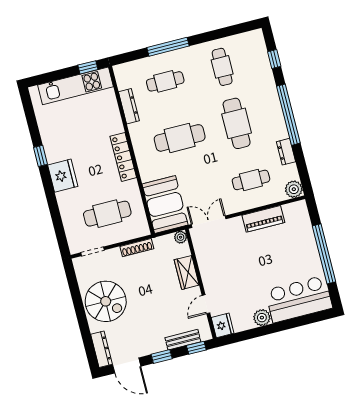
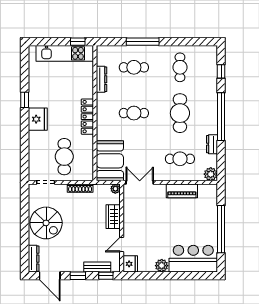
cafe table: (180, 138) -> (134, 113), width x0.73, depth x0.74
cafe table: (107, 214) -> (64, 157), turned 90

